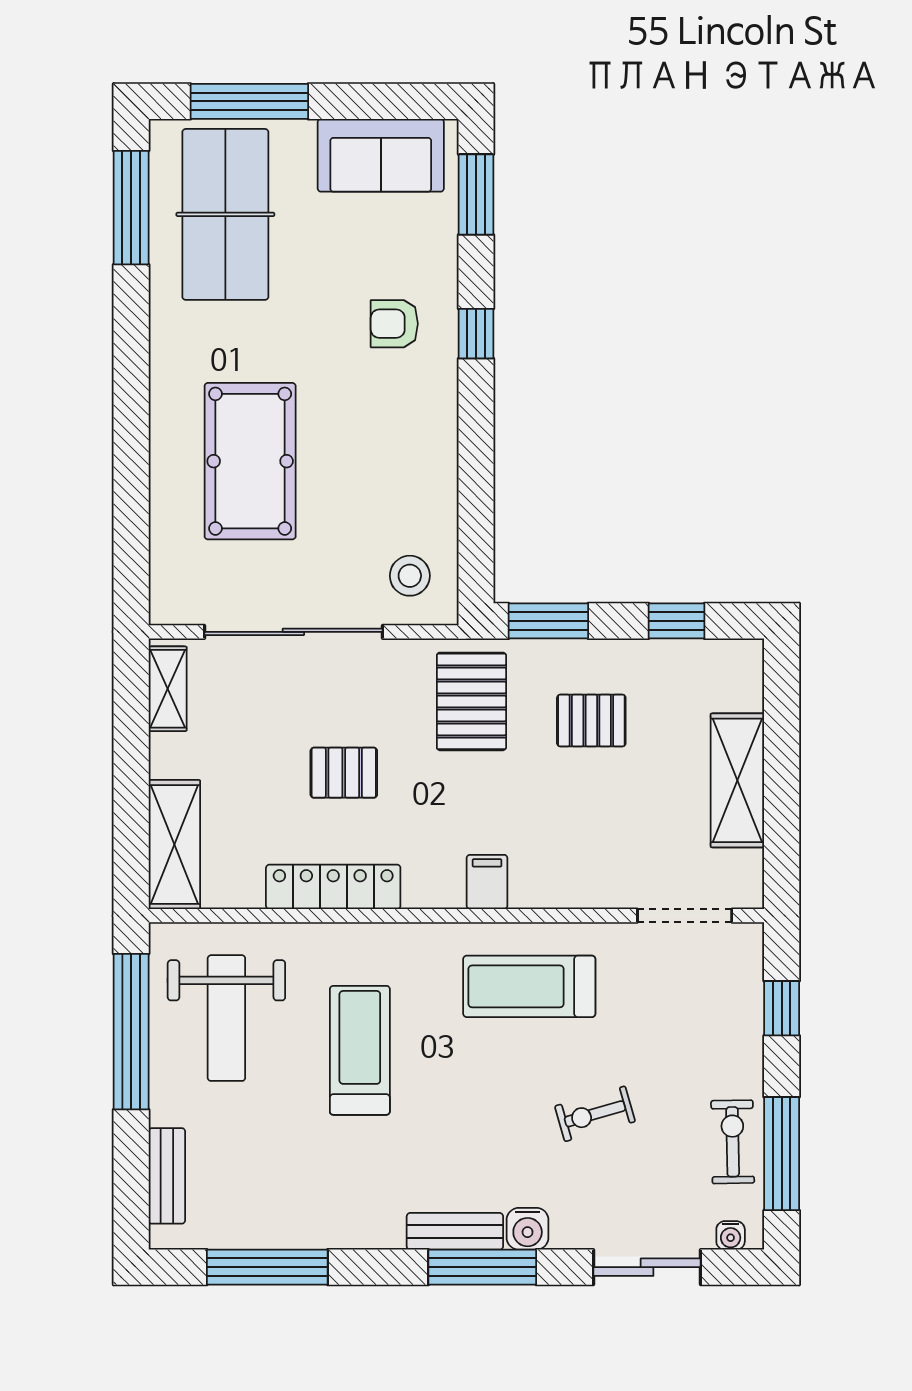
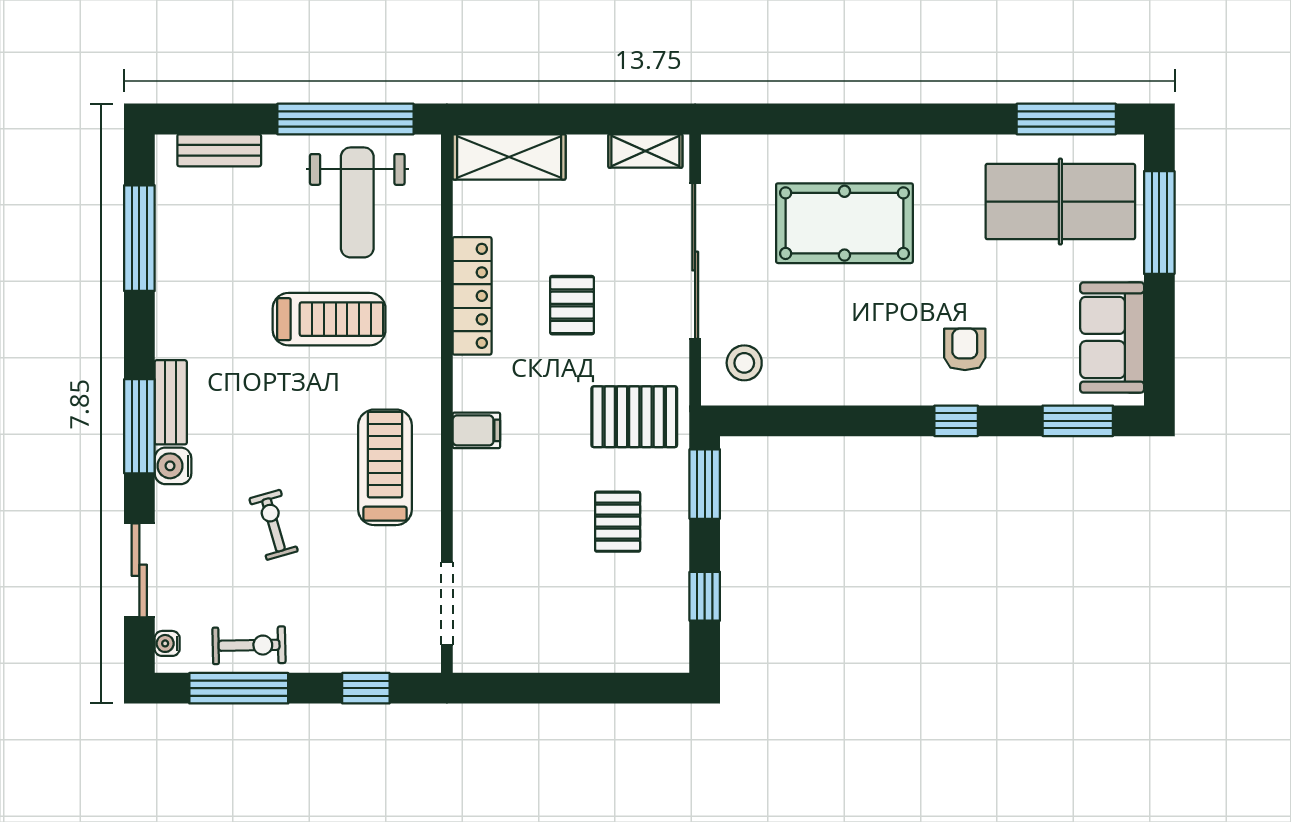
shelving: (737, 780) -> (565, 649), removed
weight bench: (226, 1018) -> (357, 202), turned -90

